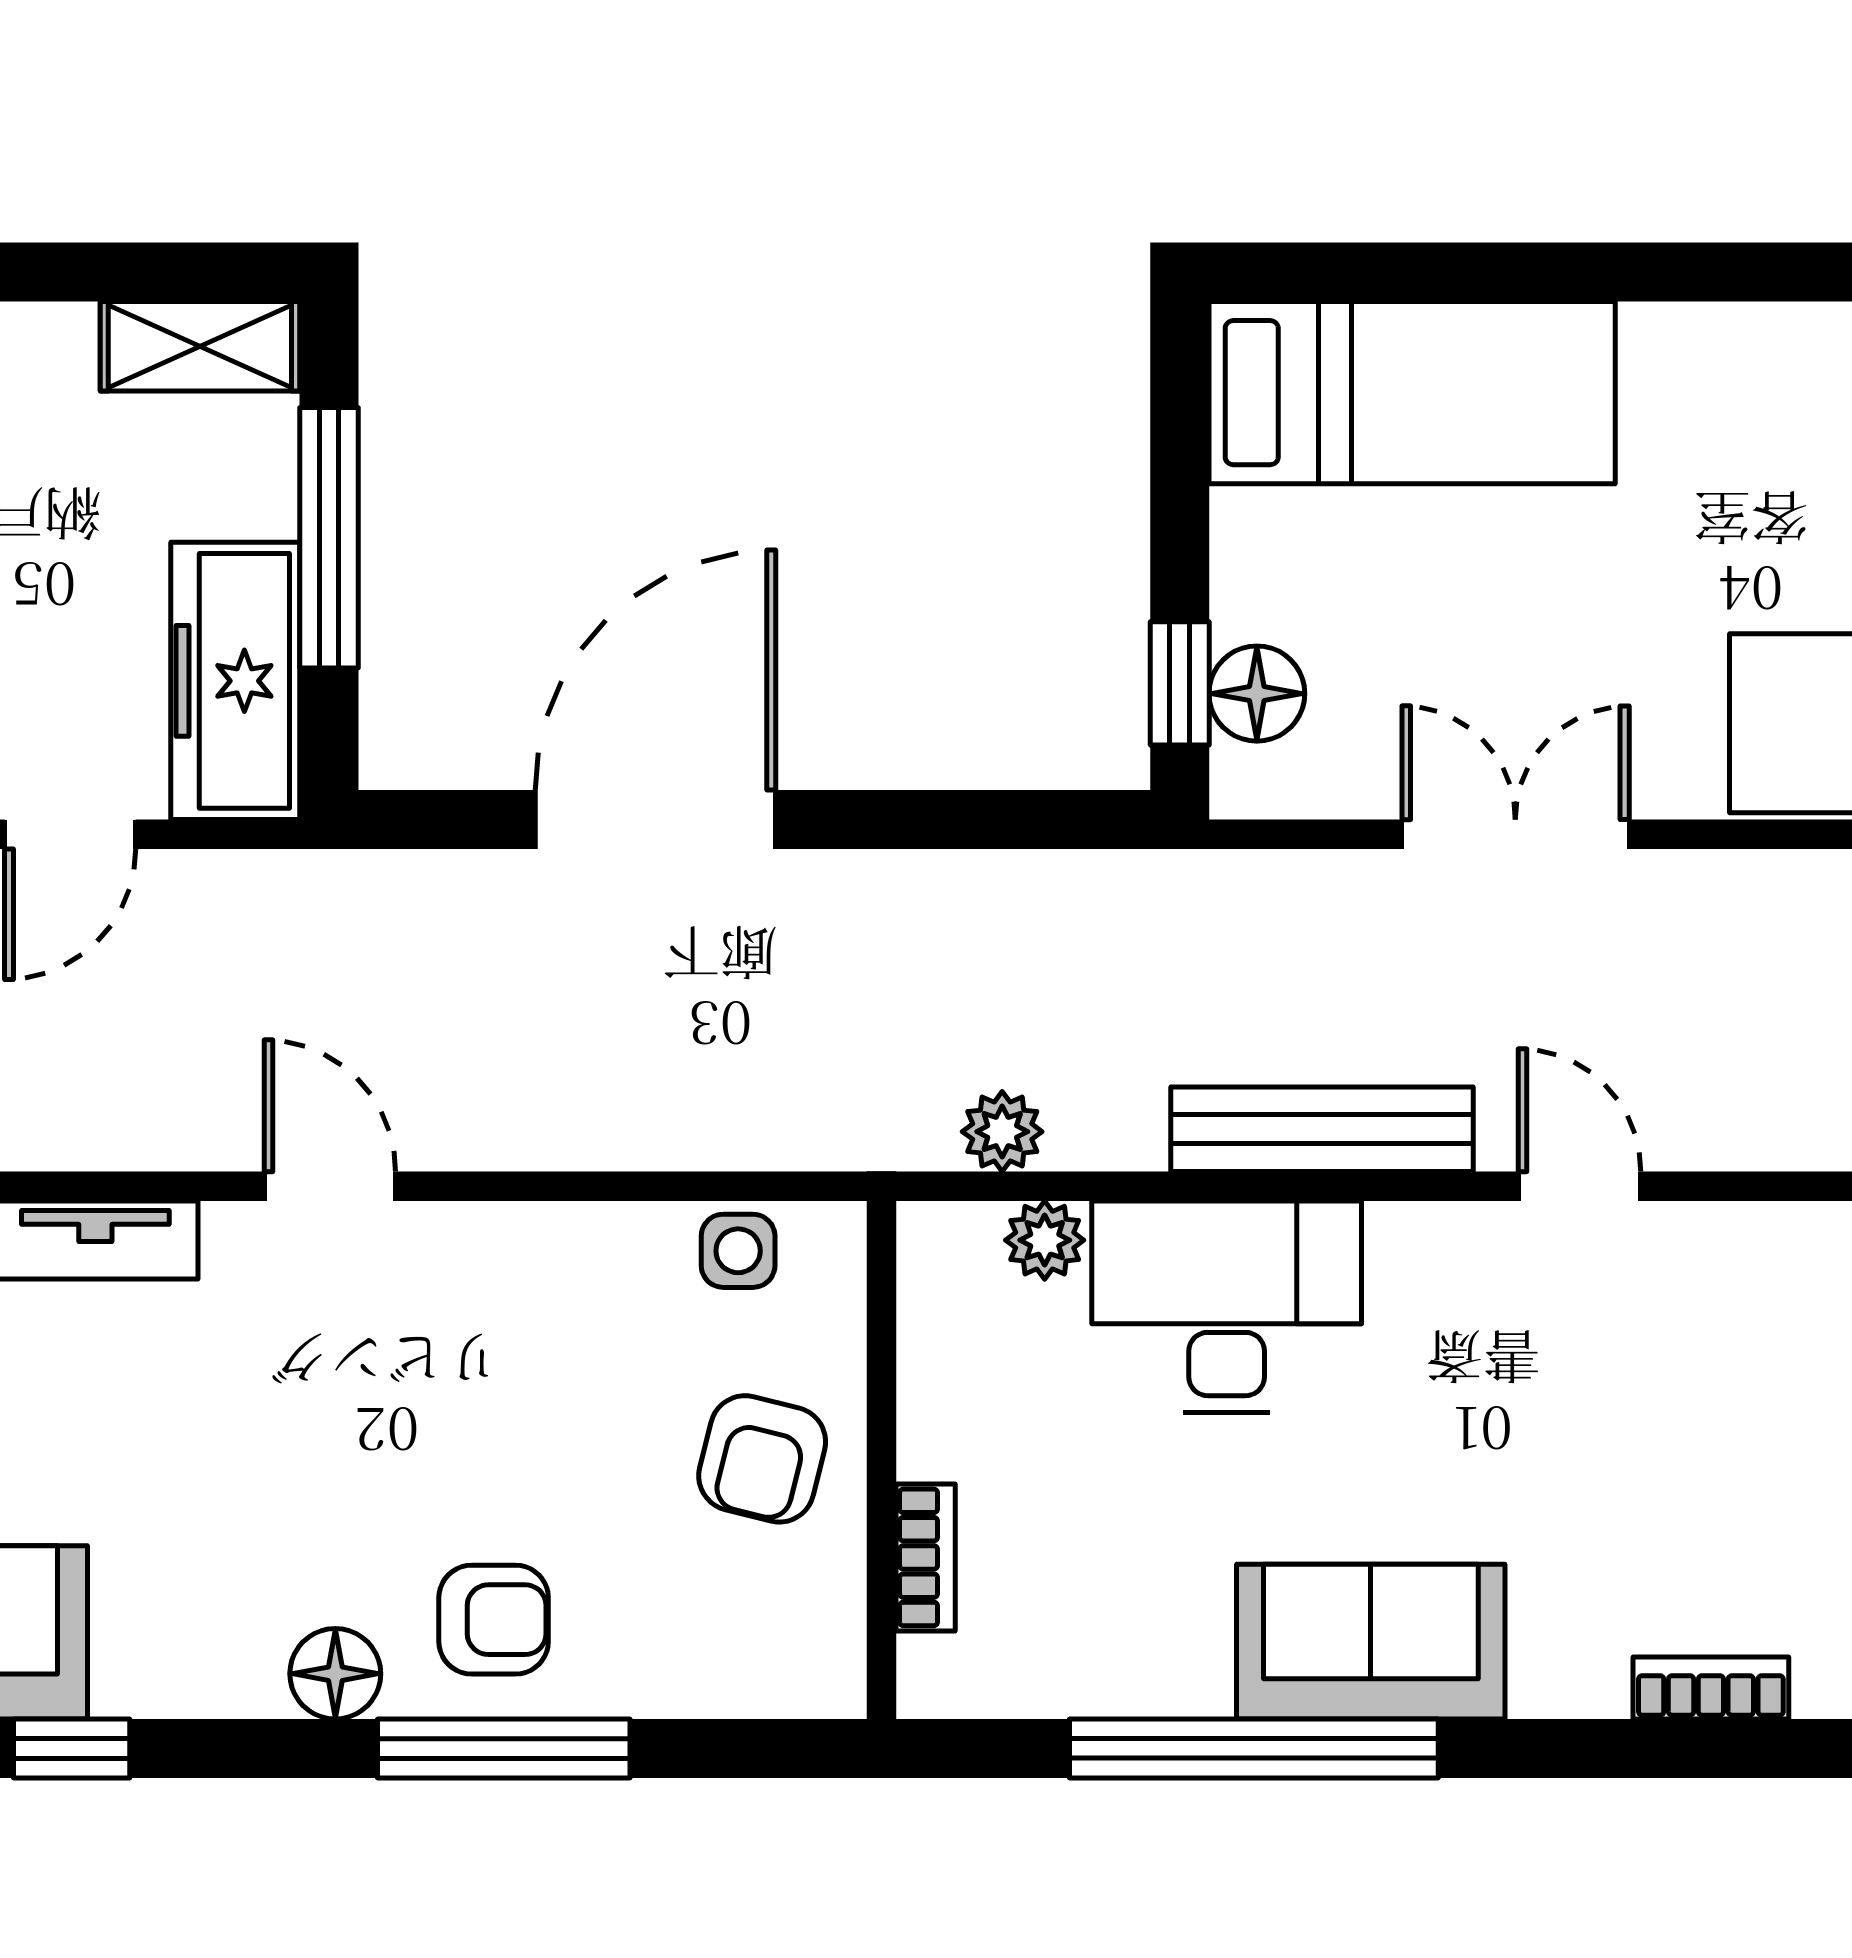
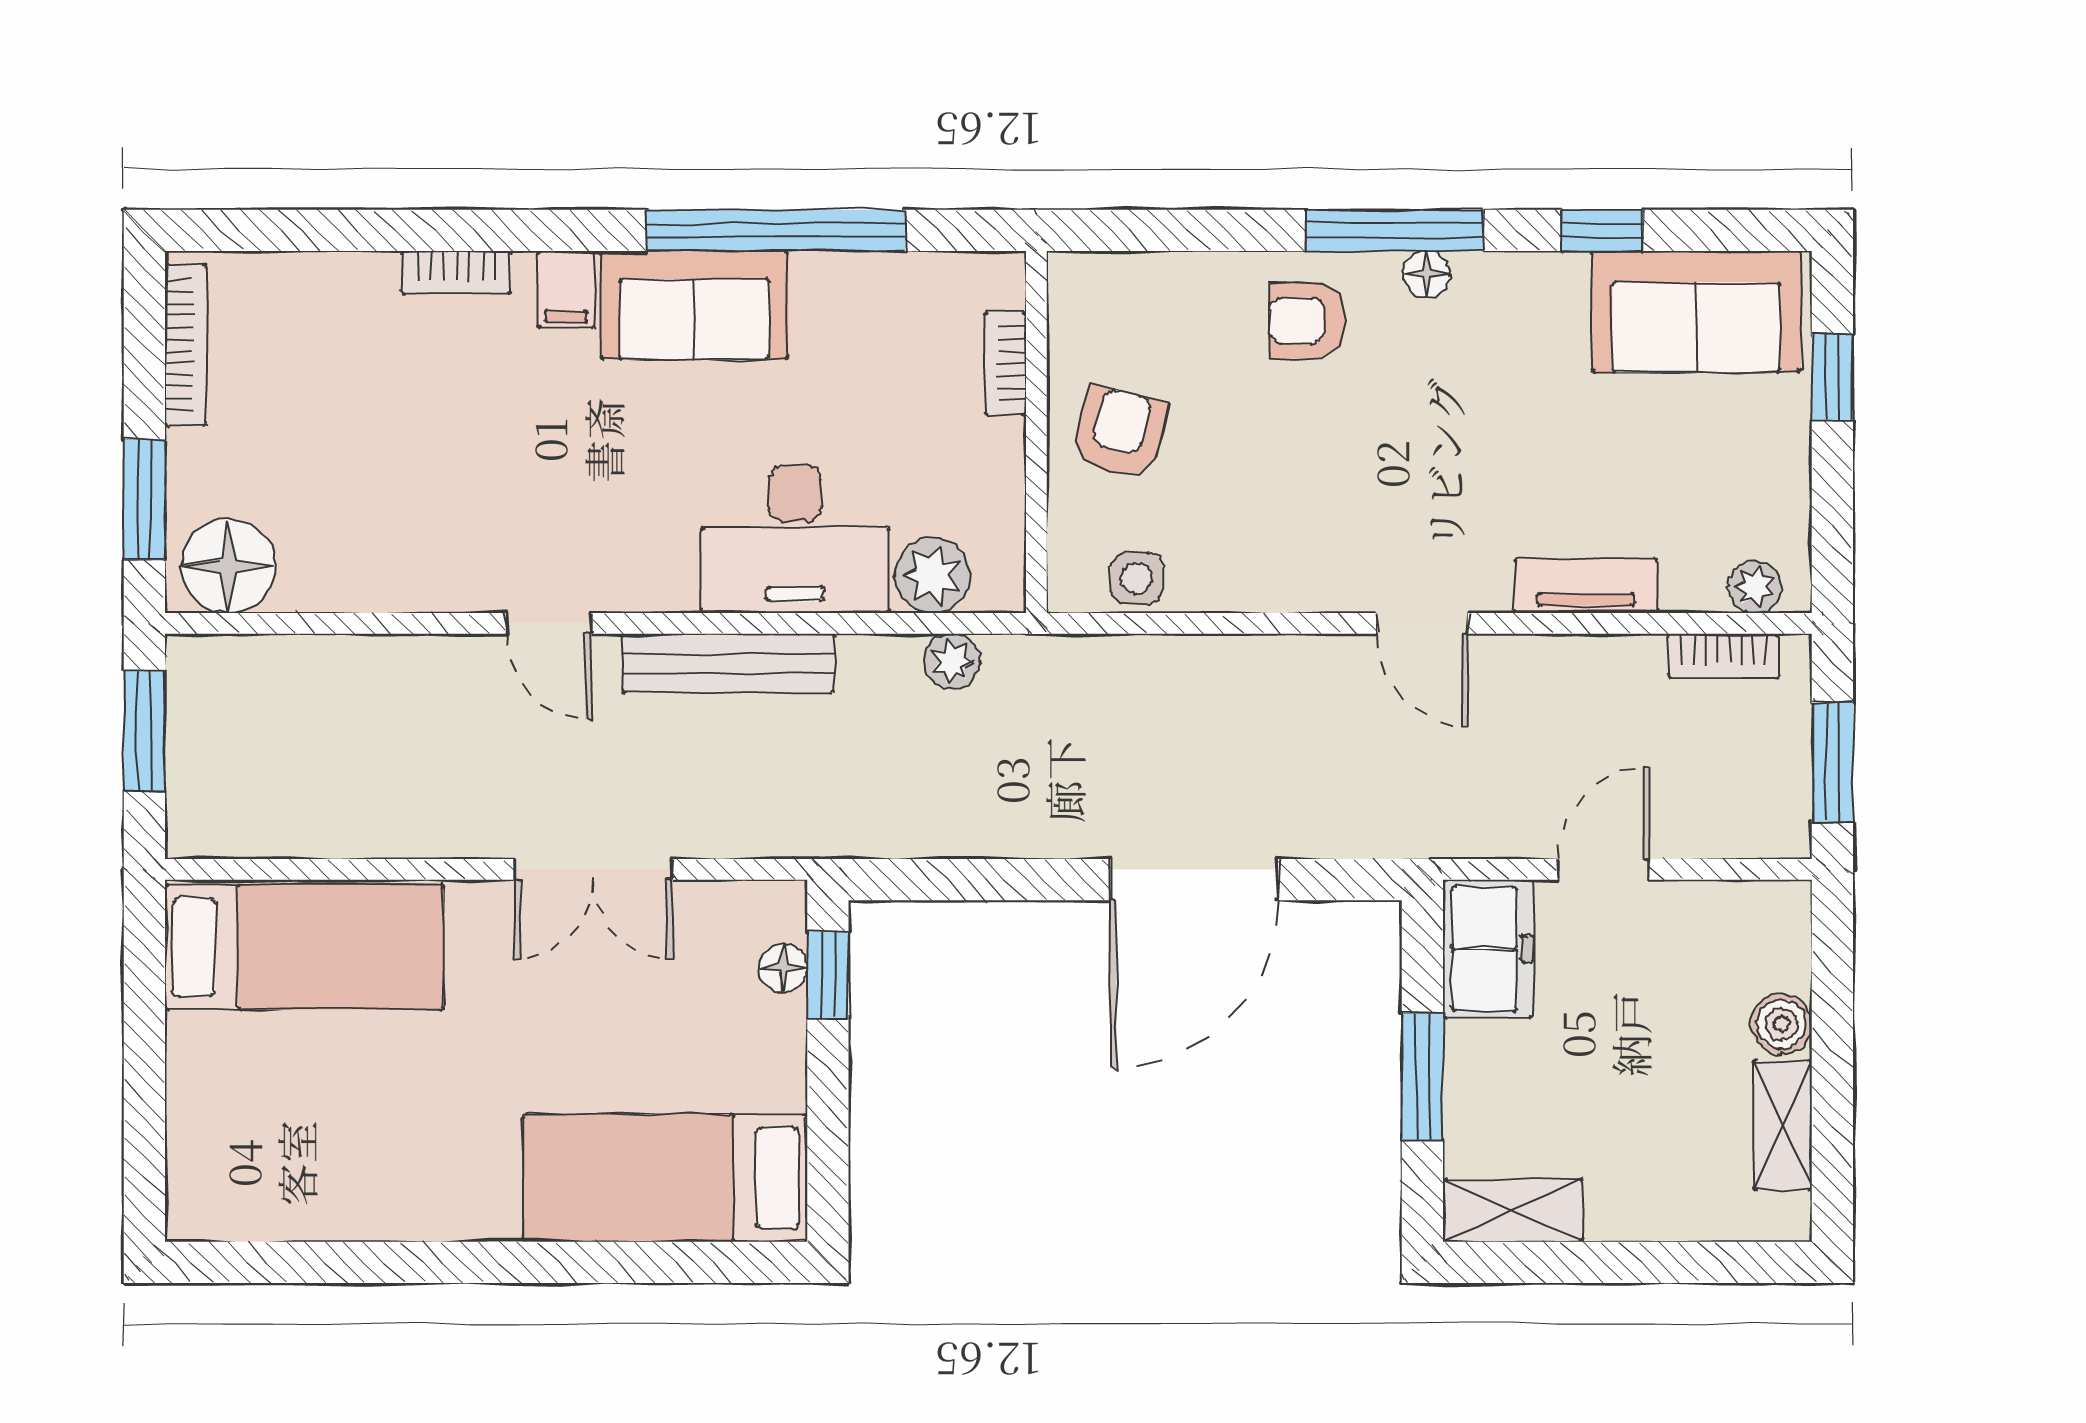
window: (329, 538) -> (1422, 1077), width x0.69
freezer: (235, 681) -> (1488, 949), width x0.71
floor lamp: (1257, 694) -> (783, 968), width x0.73, depth x0.73
plant: (1045, 1240) -> (933, 575), width x1.38, depth x1.38
filing cabinet: (1554, 1664) -> (566, 289), added
floor lamp: (335, 1674) -> (1427, 274), width x0.73, depth x0.73
window: (504, 1748) -> (1395, 230), moved

